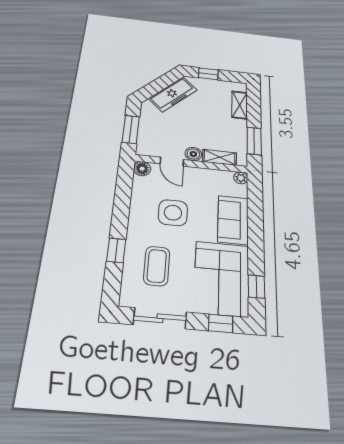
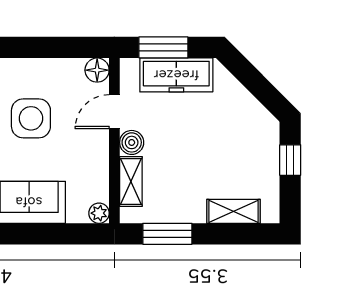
freezer: (173, 94) -> (176, 75), moved, turned -45

